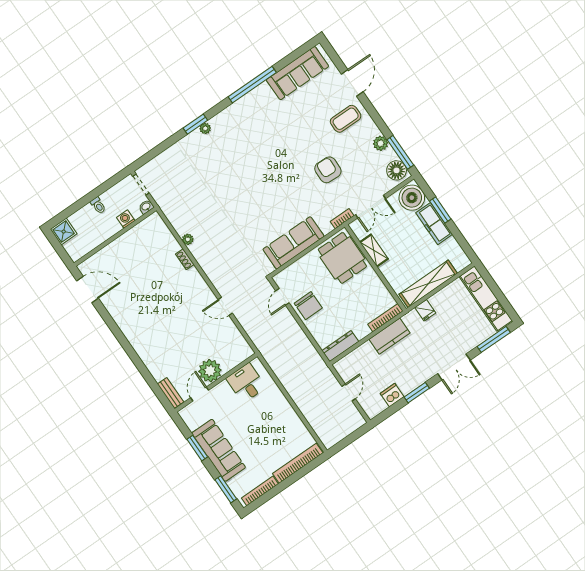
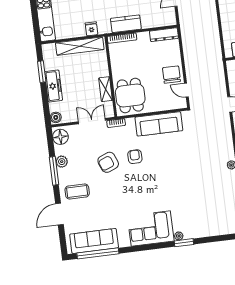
window: (252, 85) -> (98, 253), moved
corner sofa: (241, 120) -> (151, 228), added
window: (400, 152) -> (54, 171), moved
armchair: (328, 170) -> (108, 162), turned 66
armchair: (301, 192) -> (135, 157), added
boiler: (412, 198) -> (56, 117), width x0.54, depth x0.54
window: (440, 210) -> (42, 72), moved
door: (282, 297) -> (186, 90), swing flipped

